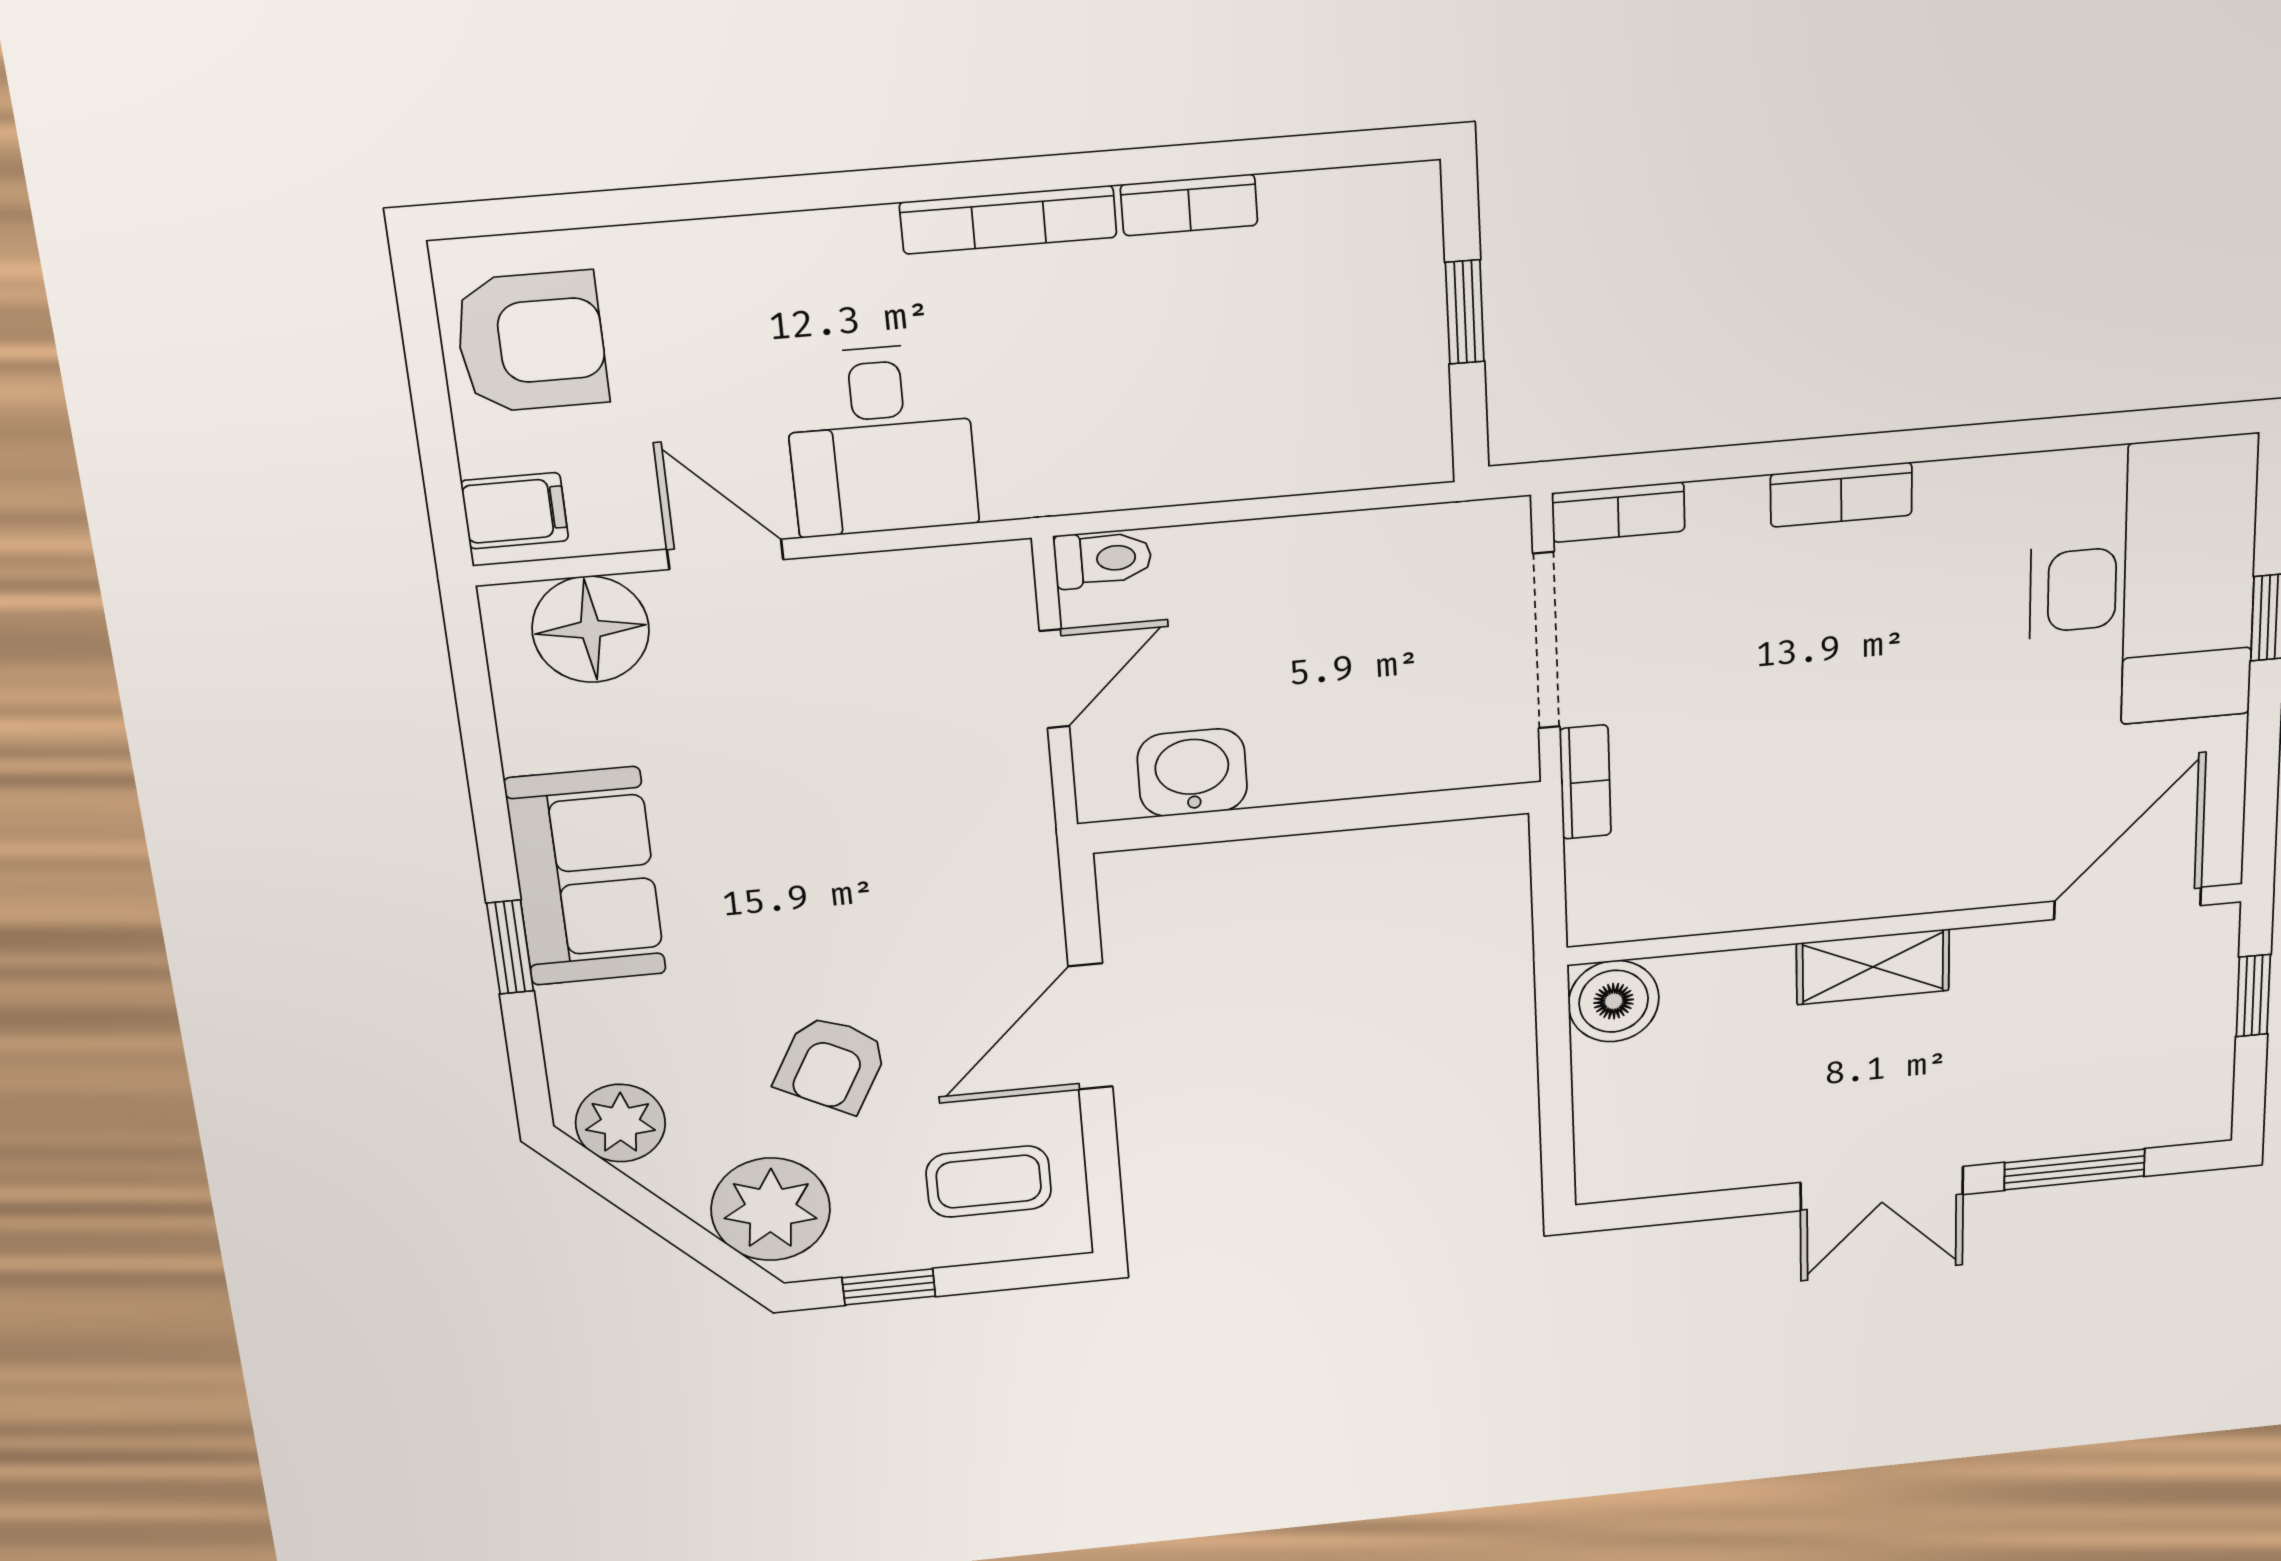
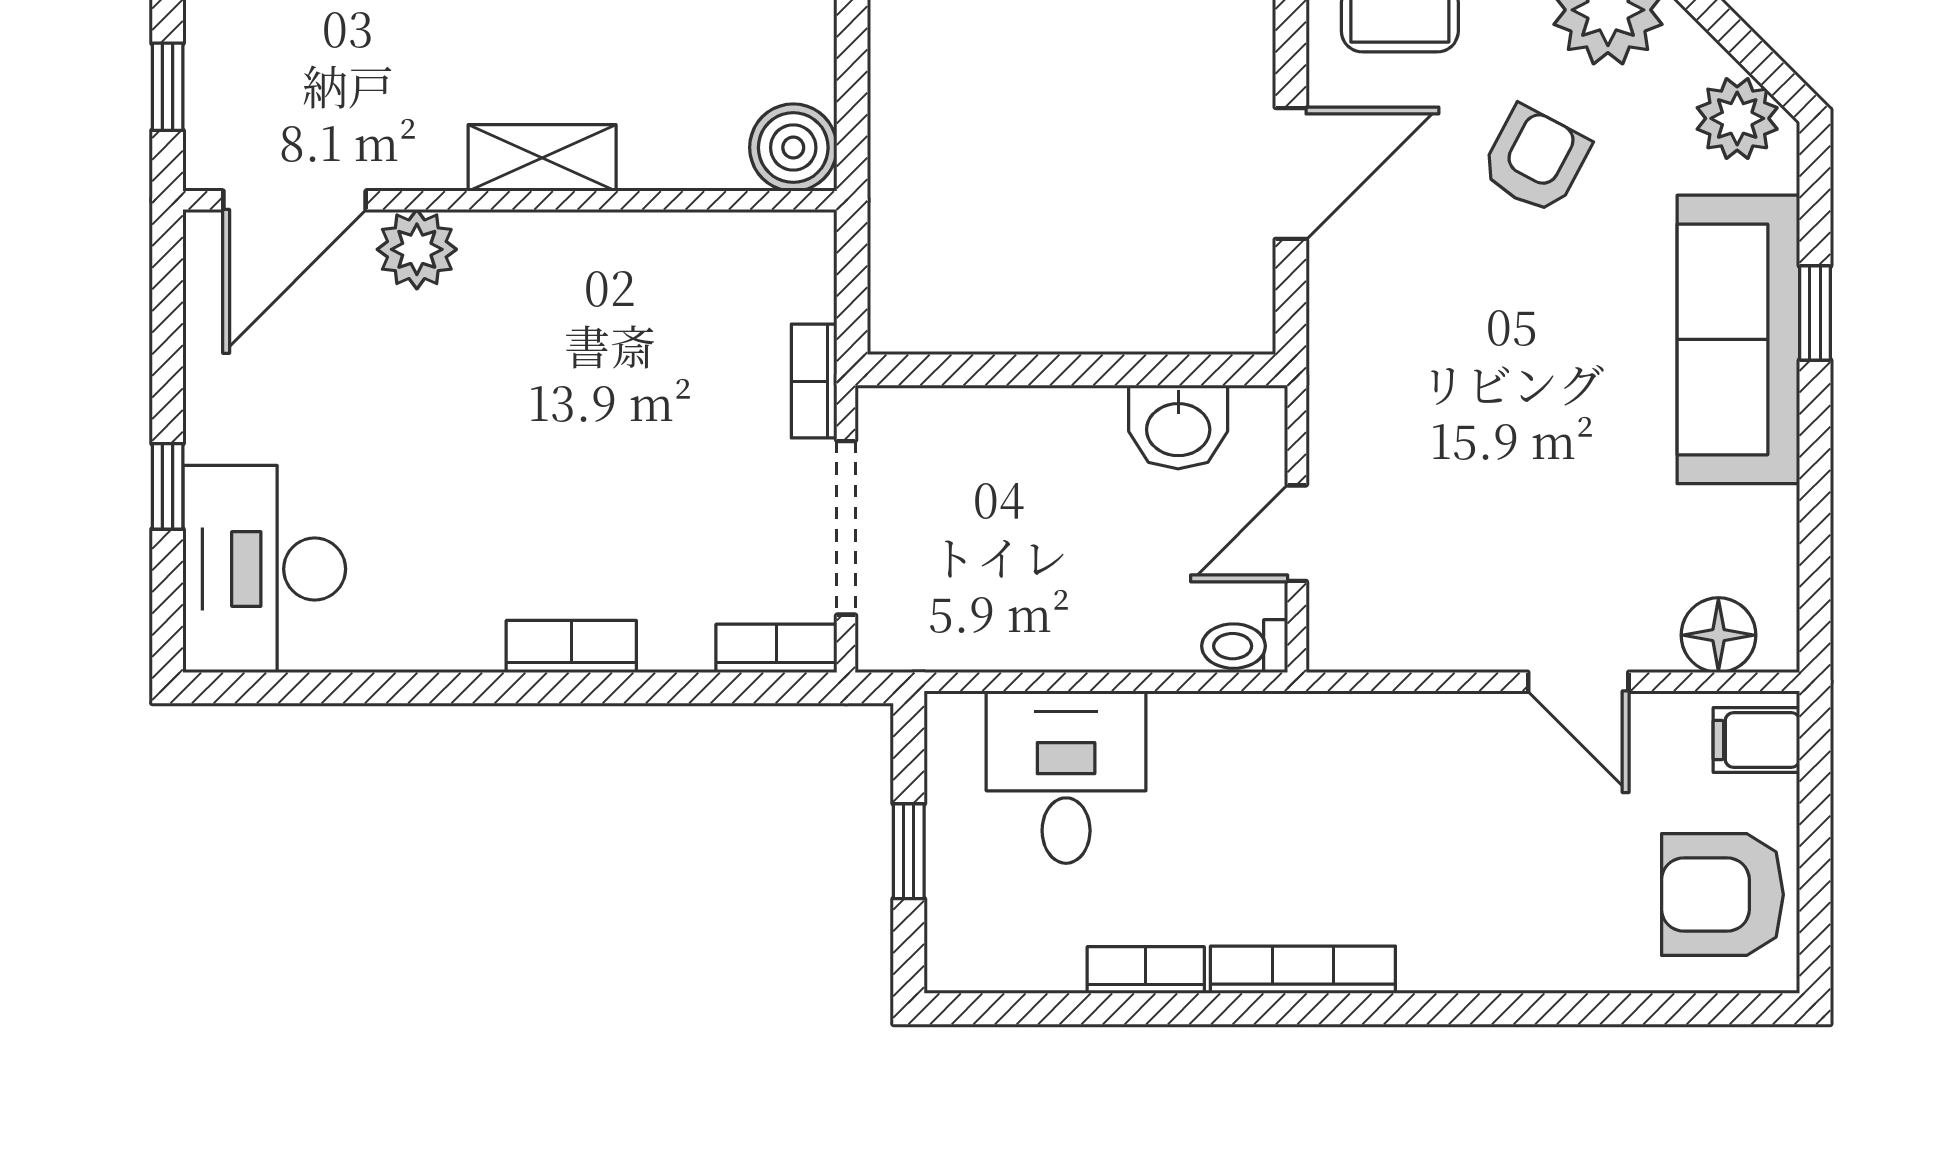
desk: (881, 440) -> (1066, 777), moved
desk: (2142, 584) -> (264, 569), width x0.73, depth x0.77
floor lamp: (591, 629) -> (1718, 635), width x0.73, depth x0.73
plant: (2003, 869) -> (417, 249), added
sofa: (585, 877) -> (1738, 339), width x1.36

